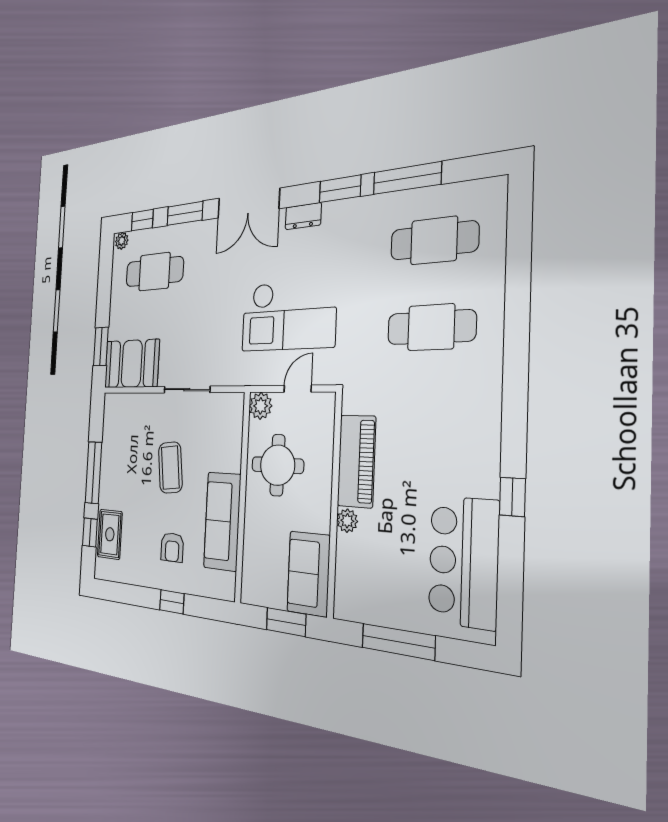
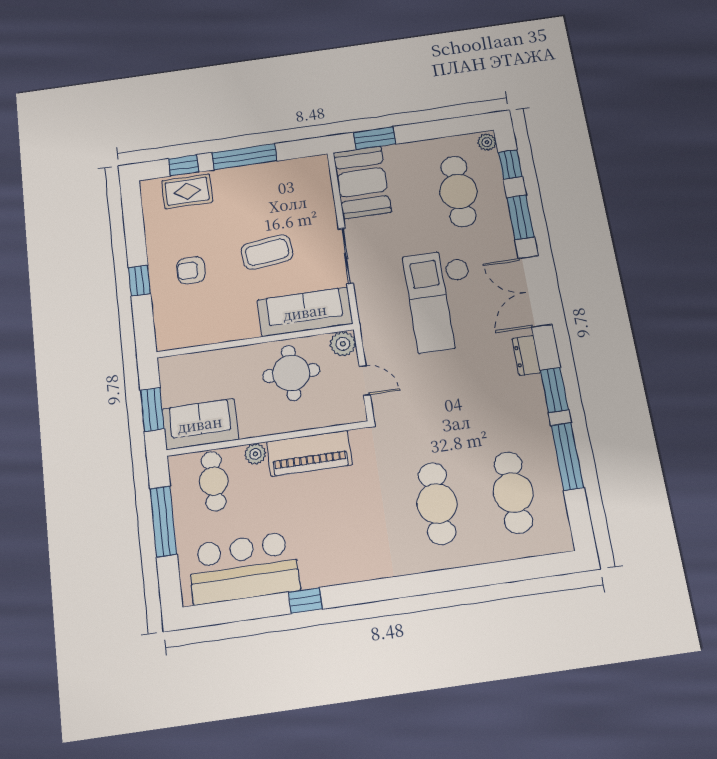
checkout: (288, 315) -> (442, 300), moved
sofa: (222, 521) -> (305, 312), moved
cafe table: (367, 574) -> (214, 481), added

